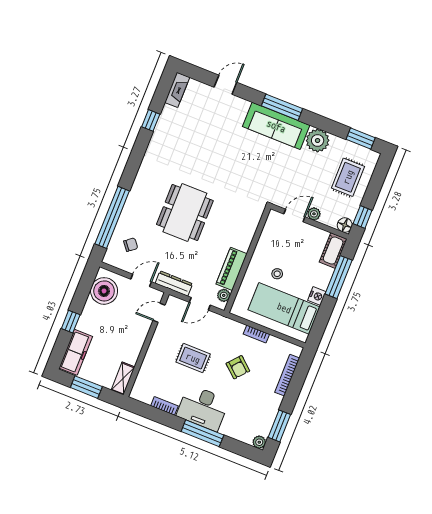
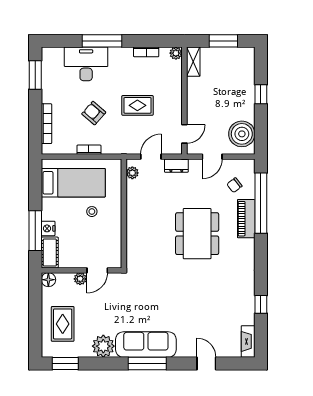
door: (225, 85) -> (206, 363), swing flipped
window: (363, 217) -> (35, 293), removed
piano: (232, 269) -> (246, 219), moved, turned 180
dresser: (174, 284) -> (176, 166), width x0.70
nightstand: (317, 296) -> (48, 228), moved
freezer: (76, 352) -> (245, 68), removed
desk: (203, 408) -> (86, 64), moved
plant: (259, 442) -> (176, 53), moved

